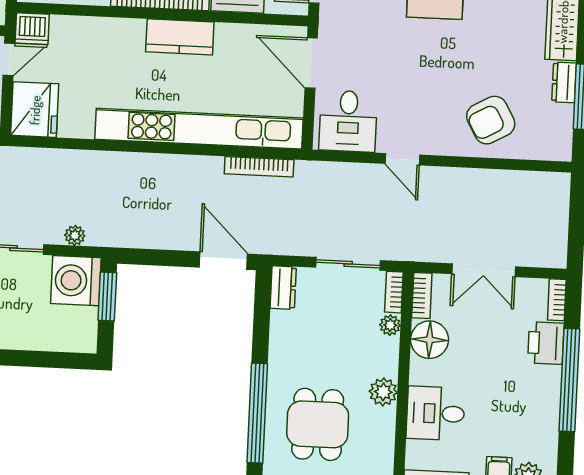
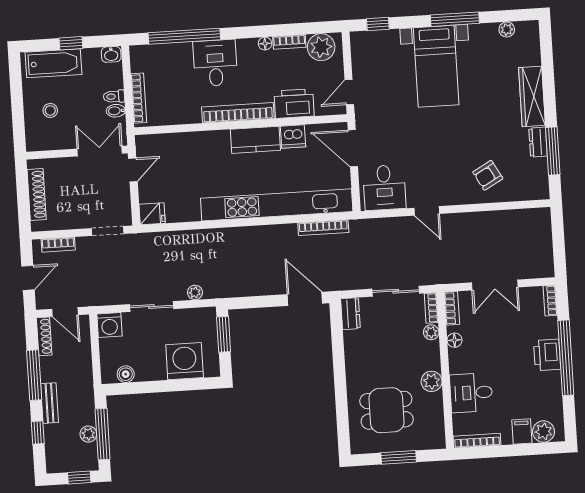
dishwasher: (32, 29) -> (293, 136), moved
fridge: (35, 110) -> (152, 214), width x0.53, depth x0.75
armchair: (491, 120) -> (488, 175), width x0.72, depth x0.72
washing machine: (76, 281) -> (185, 361), moved, turned 90
floor lamp: (429, 340) -> (454, 340), width x0.53, depth x0.53
printer: (546, 343) -> (547, 355), moved
window: (257, 413) -> (342, 407), removed
dining table: (318, 424) -> (387, 410), turned 90

